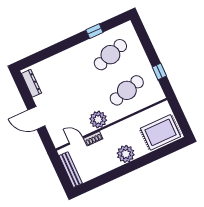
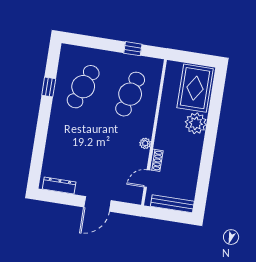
cafe table: (110, 55) -> (83, 87), turned 39
cafe table: (127, 90) -> (130, 94), turned 30
plant: (98, 120) -> (145, 143), width x0.53, depth x0.53
plant: (126, 154) -> (196, 123), moved

